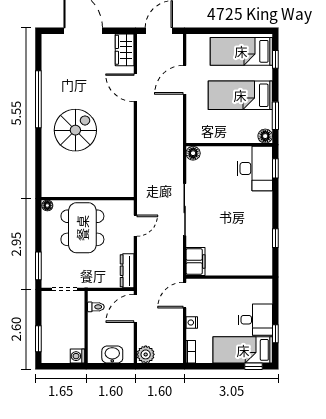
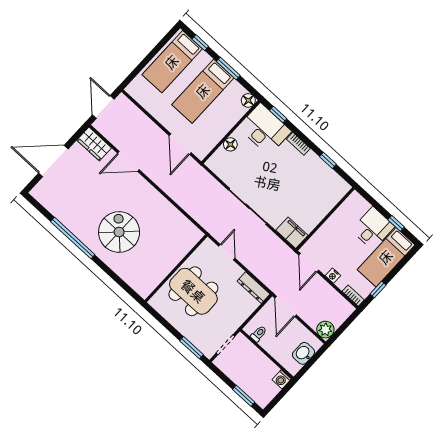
door: (185, 80) -> (180, 144), moved
window: (275, 116) -> (228, 68), moved
floor lamp: (193, 153) -> (230, 144), moved
bookcase: (267, 204) -> (298, 144), added
floor lamp: (47, 205) -> (154, 302), removed
window: (253, 366) -> (378, 289), moved

